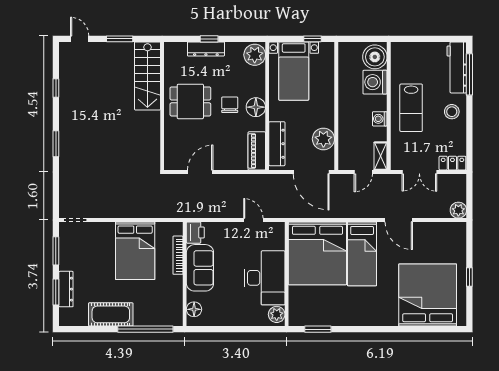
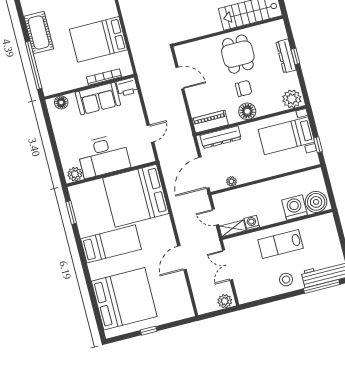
washing machine: (380, 119) -> (252, 223), moved
plant: (323, 139) -> (232, 181), width x0.53, depth x0.53
locker: (452, 163) -> (242, 291), removed
plant: (458, 210) -> (225, 301), moved
bed: (362, 254) -> (111, 244), moved, turned 180

